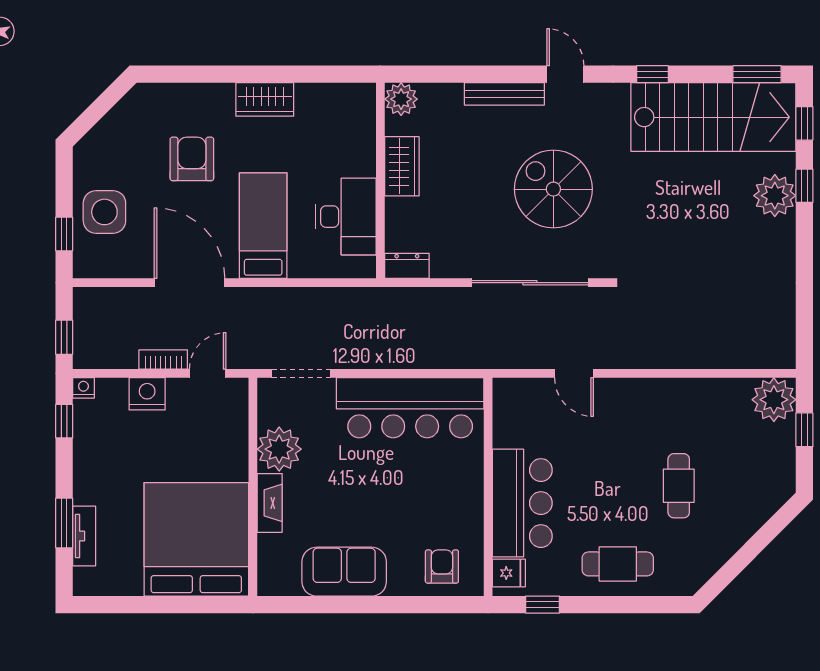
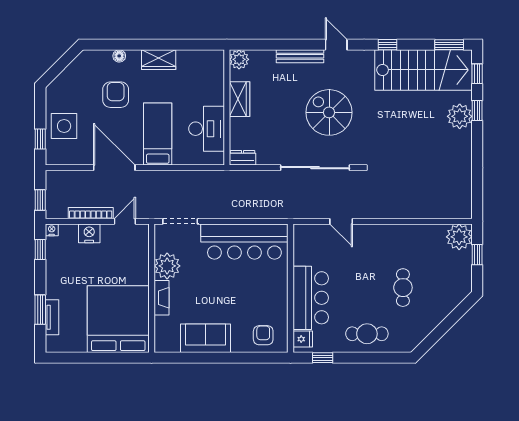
floor lamp: (198, 93) -> (119, 56), added
bookcase: (163, 359) -> (91, 213), width x1.56

